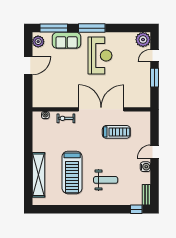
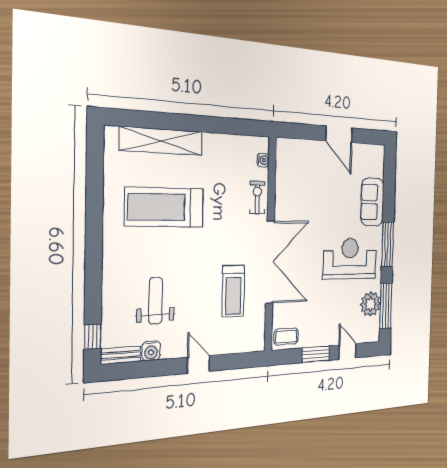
window: (54, 28) -> (386, 306), moved
plant: (143, 40) -> (371, 304), moved
plant: (38, 42) -> (372, 154), removed
reception desk: (100, 56) -> (350, 259), turned 180
coffee table: (143, 98) -> (286, 337), added
water cooler: (145, 167) -> (151, 351), moved
weight bench: (106, 180) -> (156, 301), moved, turned 180

